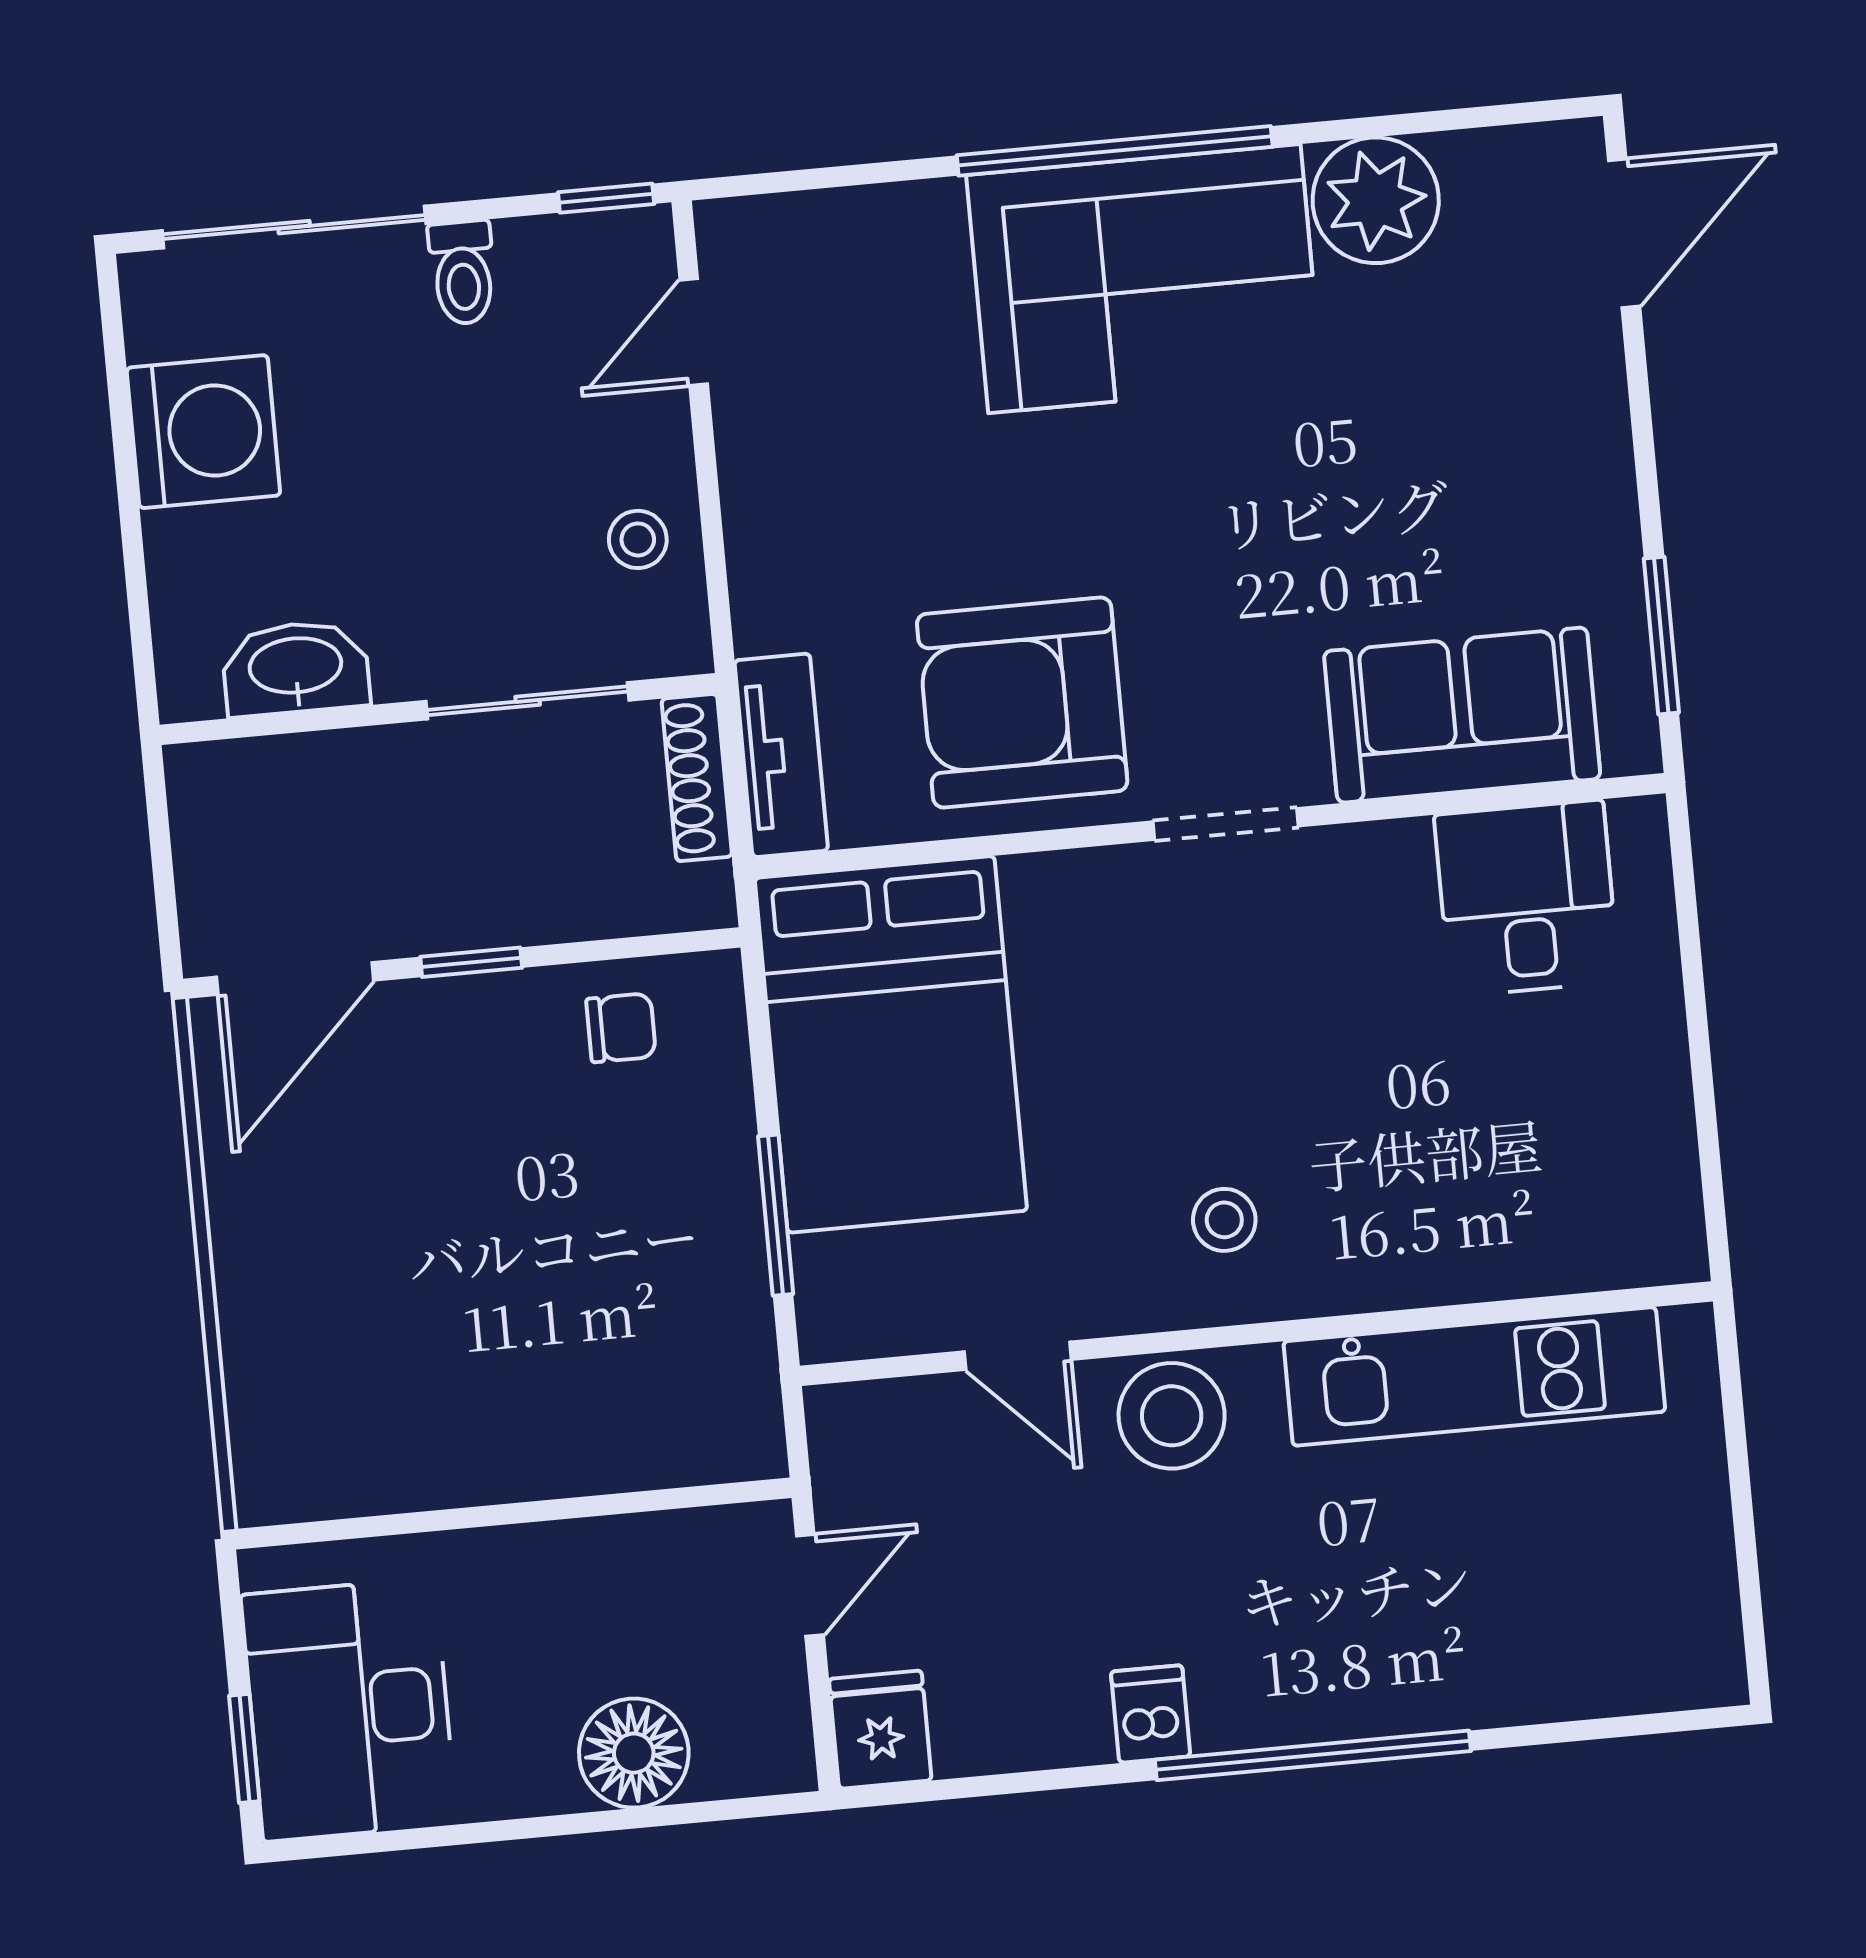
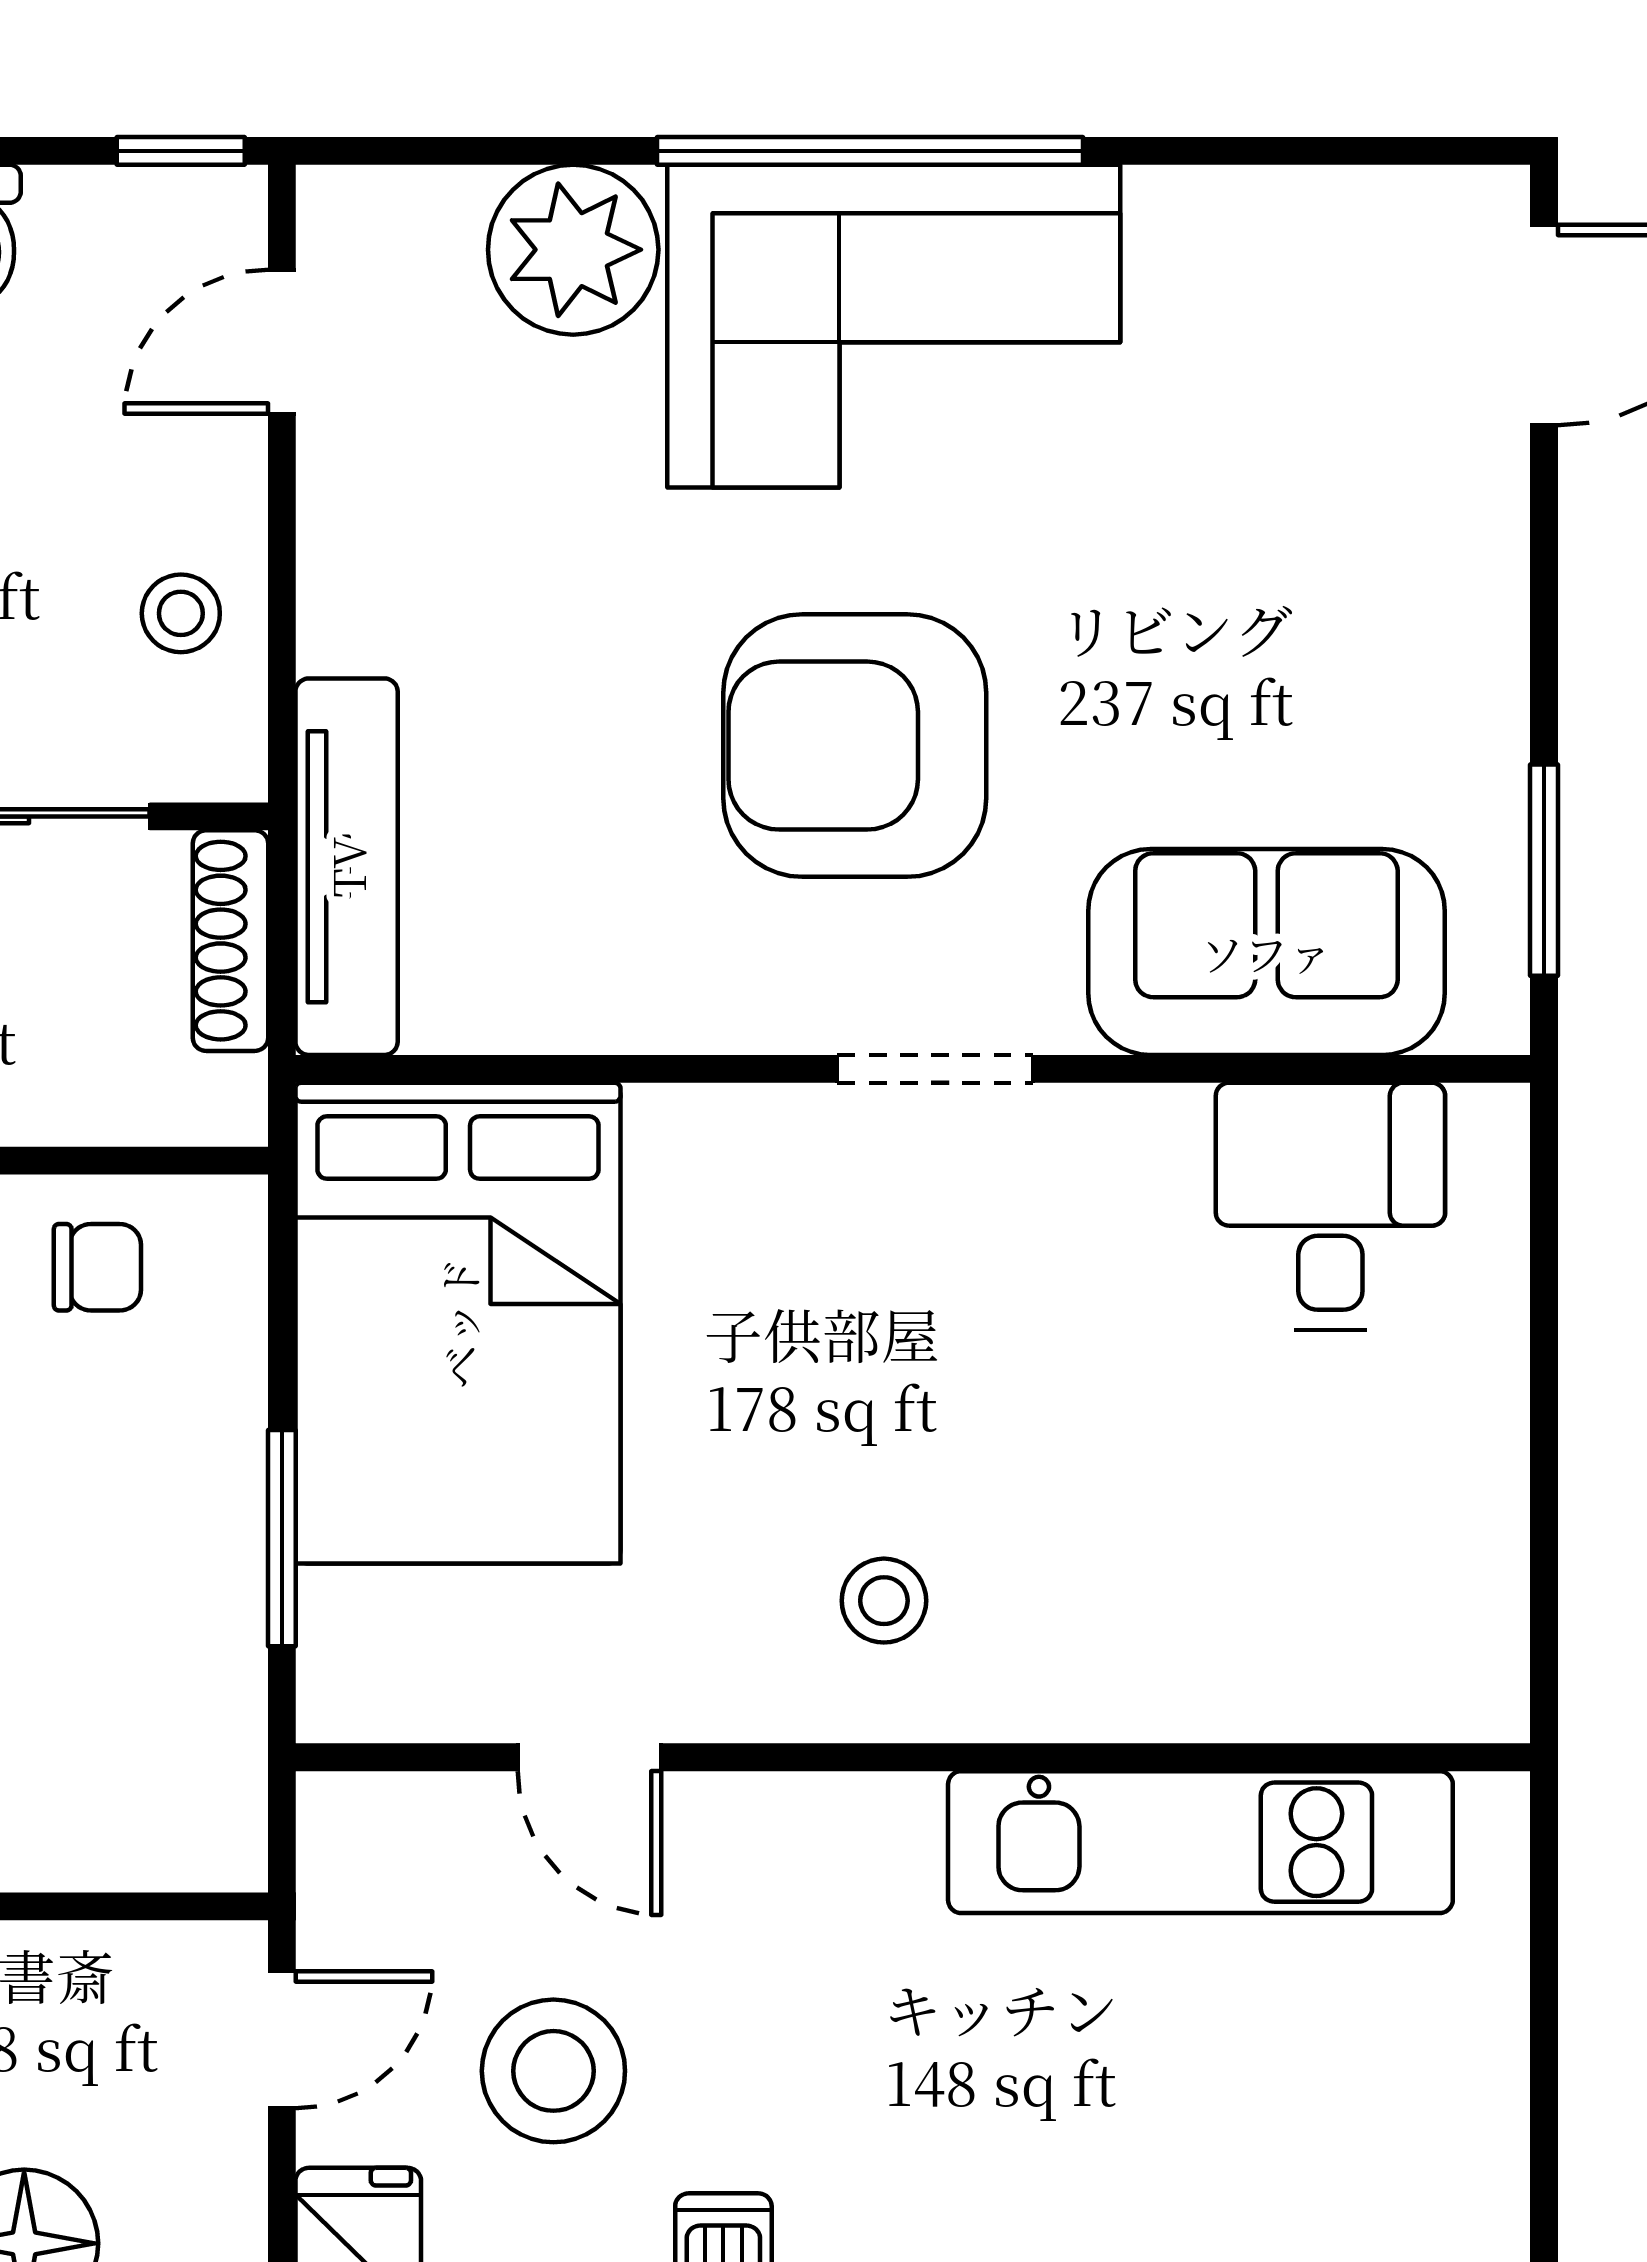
plant: (1376, 200) -> (573, 250), moved
armchair: (1022, 702) -> (855, 746), moved
tv unit: (781, 755) -> (347, 867), width x1.41
stool: (1172, 1416) -> (553, 2071), moved

